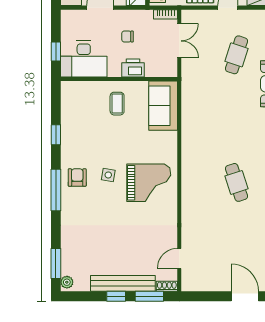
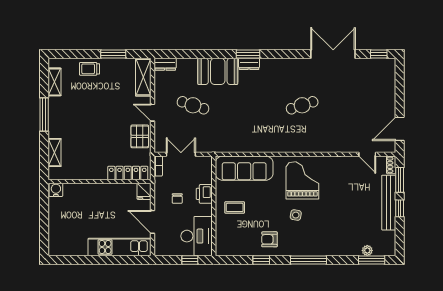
sofa: (163, 106) -> (244, 168), width x1.36
armchair: (77, 177) -> (269, 239), moved
plant: (67, 282) -> (367, 250), moved
door: (245, 296) -> (400, 129), moved

